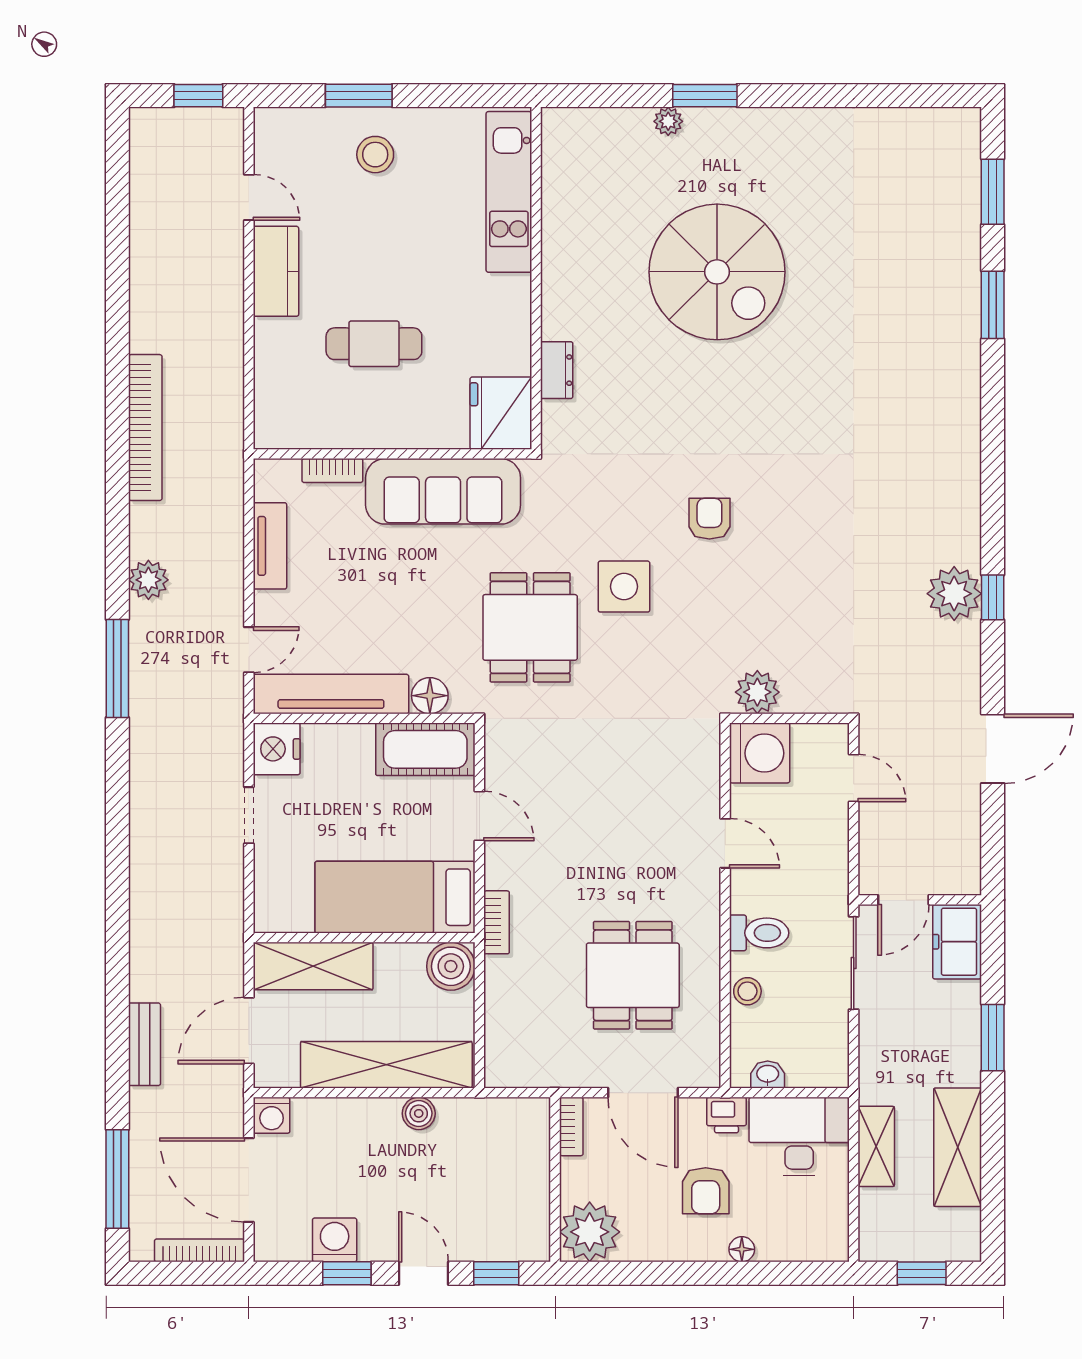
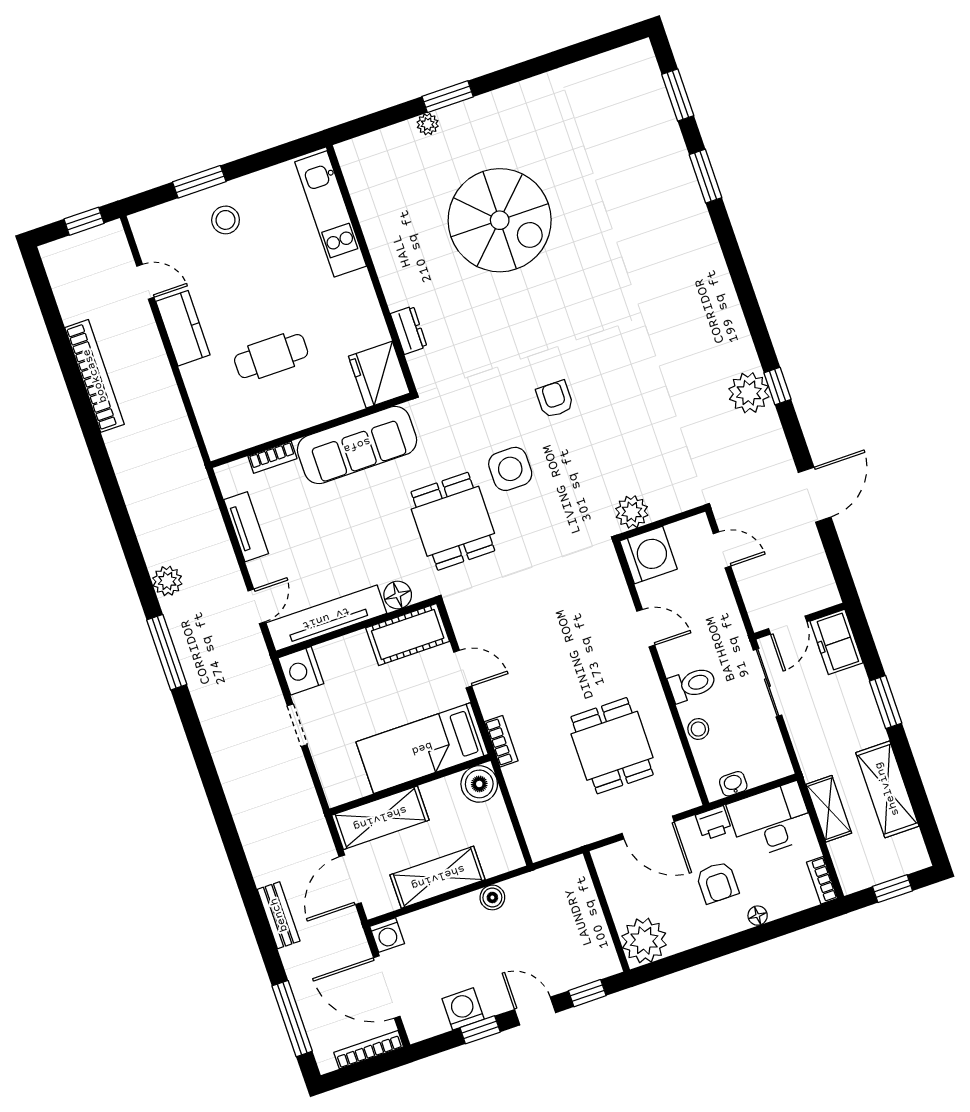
bookcase: (145, 428) -> (95, 376), moved
shelving: (386, 1065) -> (438, 877), width x0.68
bookcase: (571, 1126) -> (822, 880), moved, turned 180

